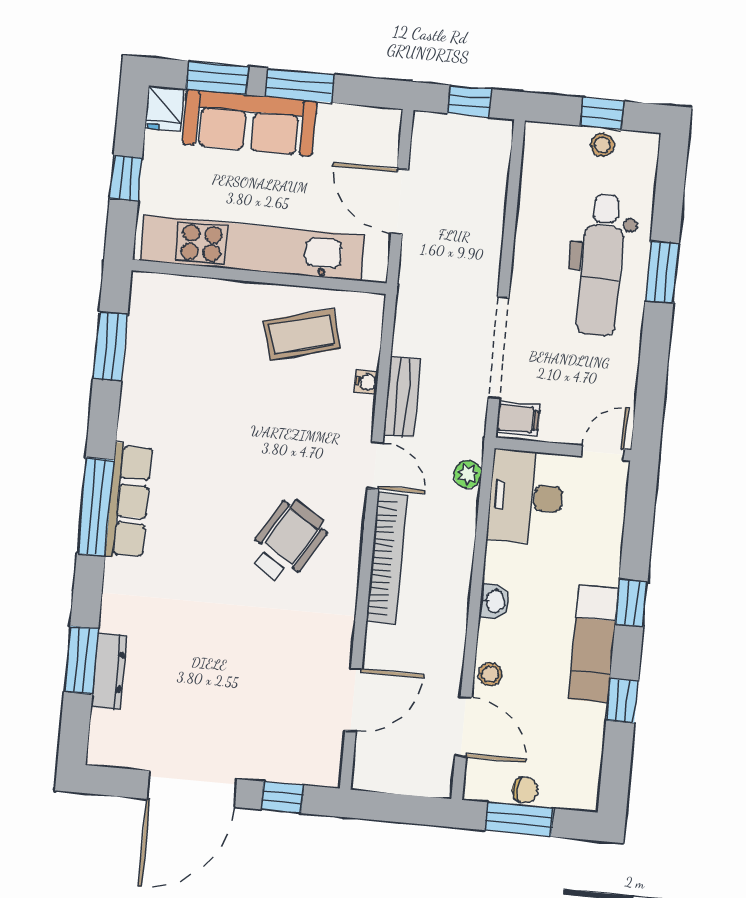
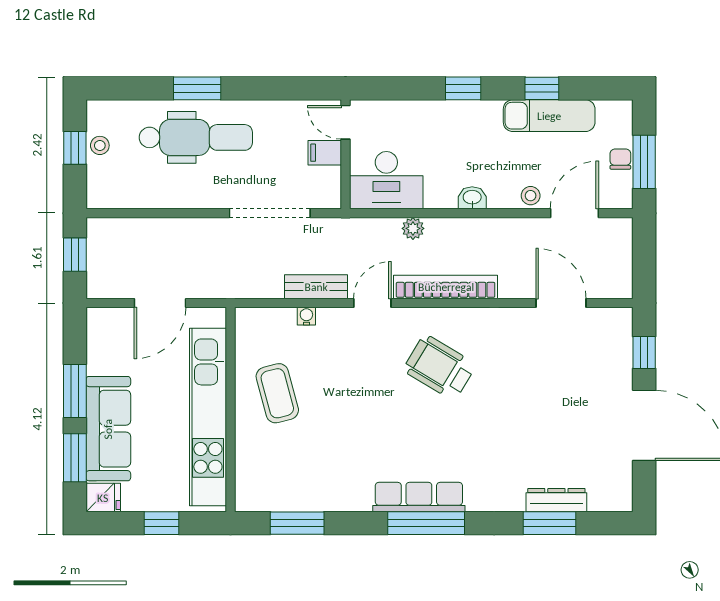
coffee table: (302, 335) -> (277, 393), moved
filing cabinet: (518, 419) -> (325, 153), moved, turned -90
plant: (468, 474) -> (413, 228), moved
exam couch: (593, 644) -> (549, 116), moved

